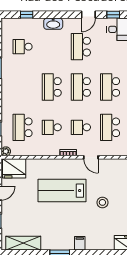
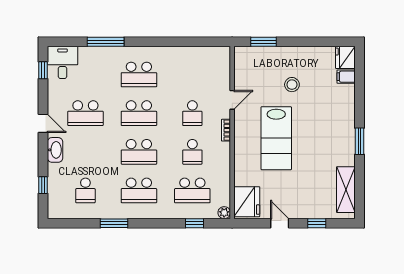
door: (88, 15) -> (43, 123), moved
school desk: (110, 127) -> (139, 190), moved
filing cabinet: (80, 243) -> (346, 77), moved

